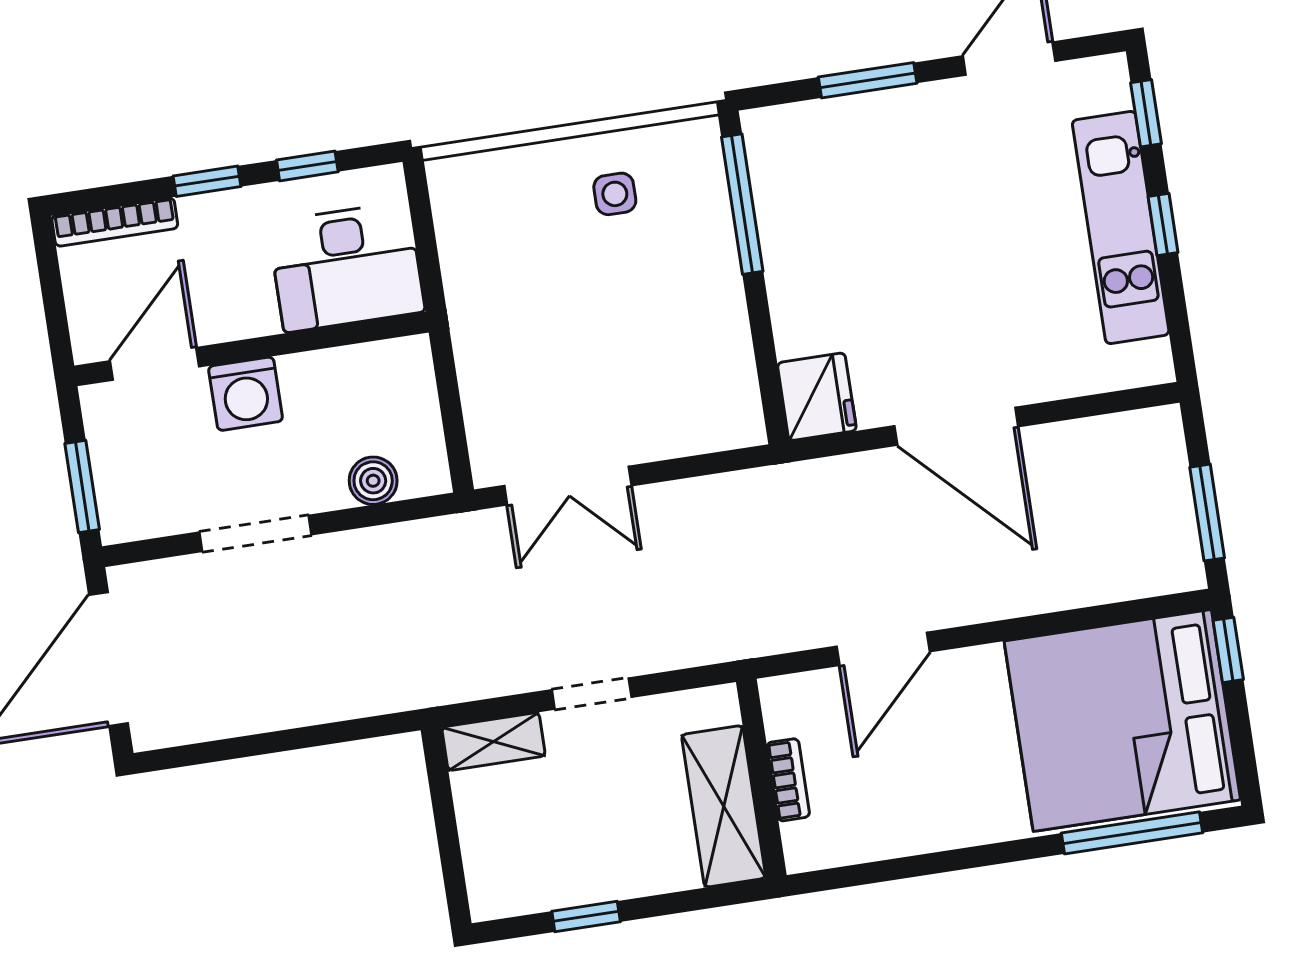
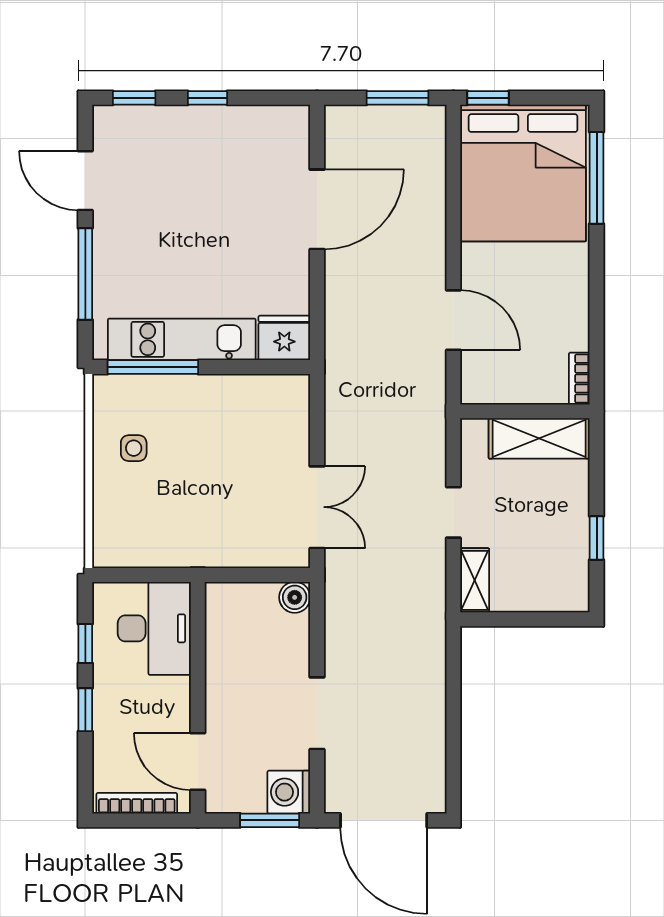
window: (868, 80) -> (85, 274), width x1.44
bookcase: (115, 222) -> (137, 803), moved, turned -90
kitchen unit: (1121, 228) -> (182, 339), moved, turned 180
washing machine: (246, 394) -> (289, 792), moved, turned 180
door: (956, 426) -> (317, 209), moved
boiler: (373, 481) -> (295, 597), moved
bookcase: (788, 780) -> (579, 379), moved, turned -90

